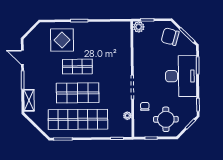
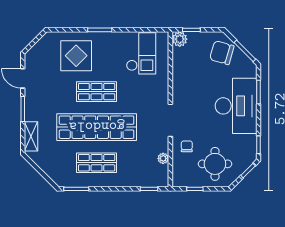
checkout: (110, 38) -> (141, 53), added
shop shelf: (78, 93) -> (97, 127), width x1.40
shop shelf: (78, 119) -> (97, 163), width x0.50, depth x0.74

